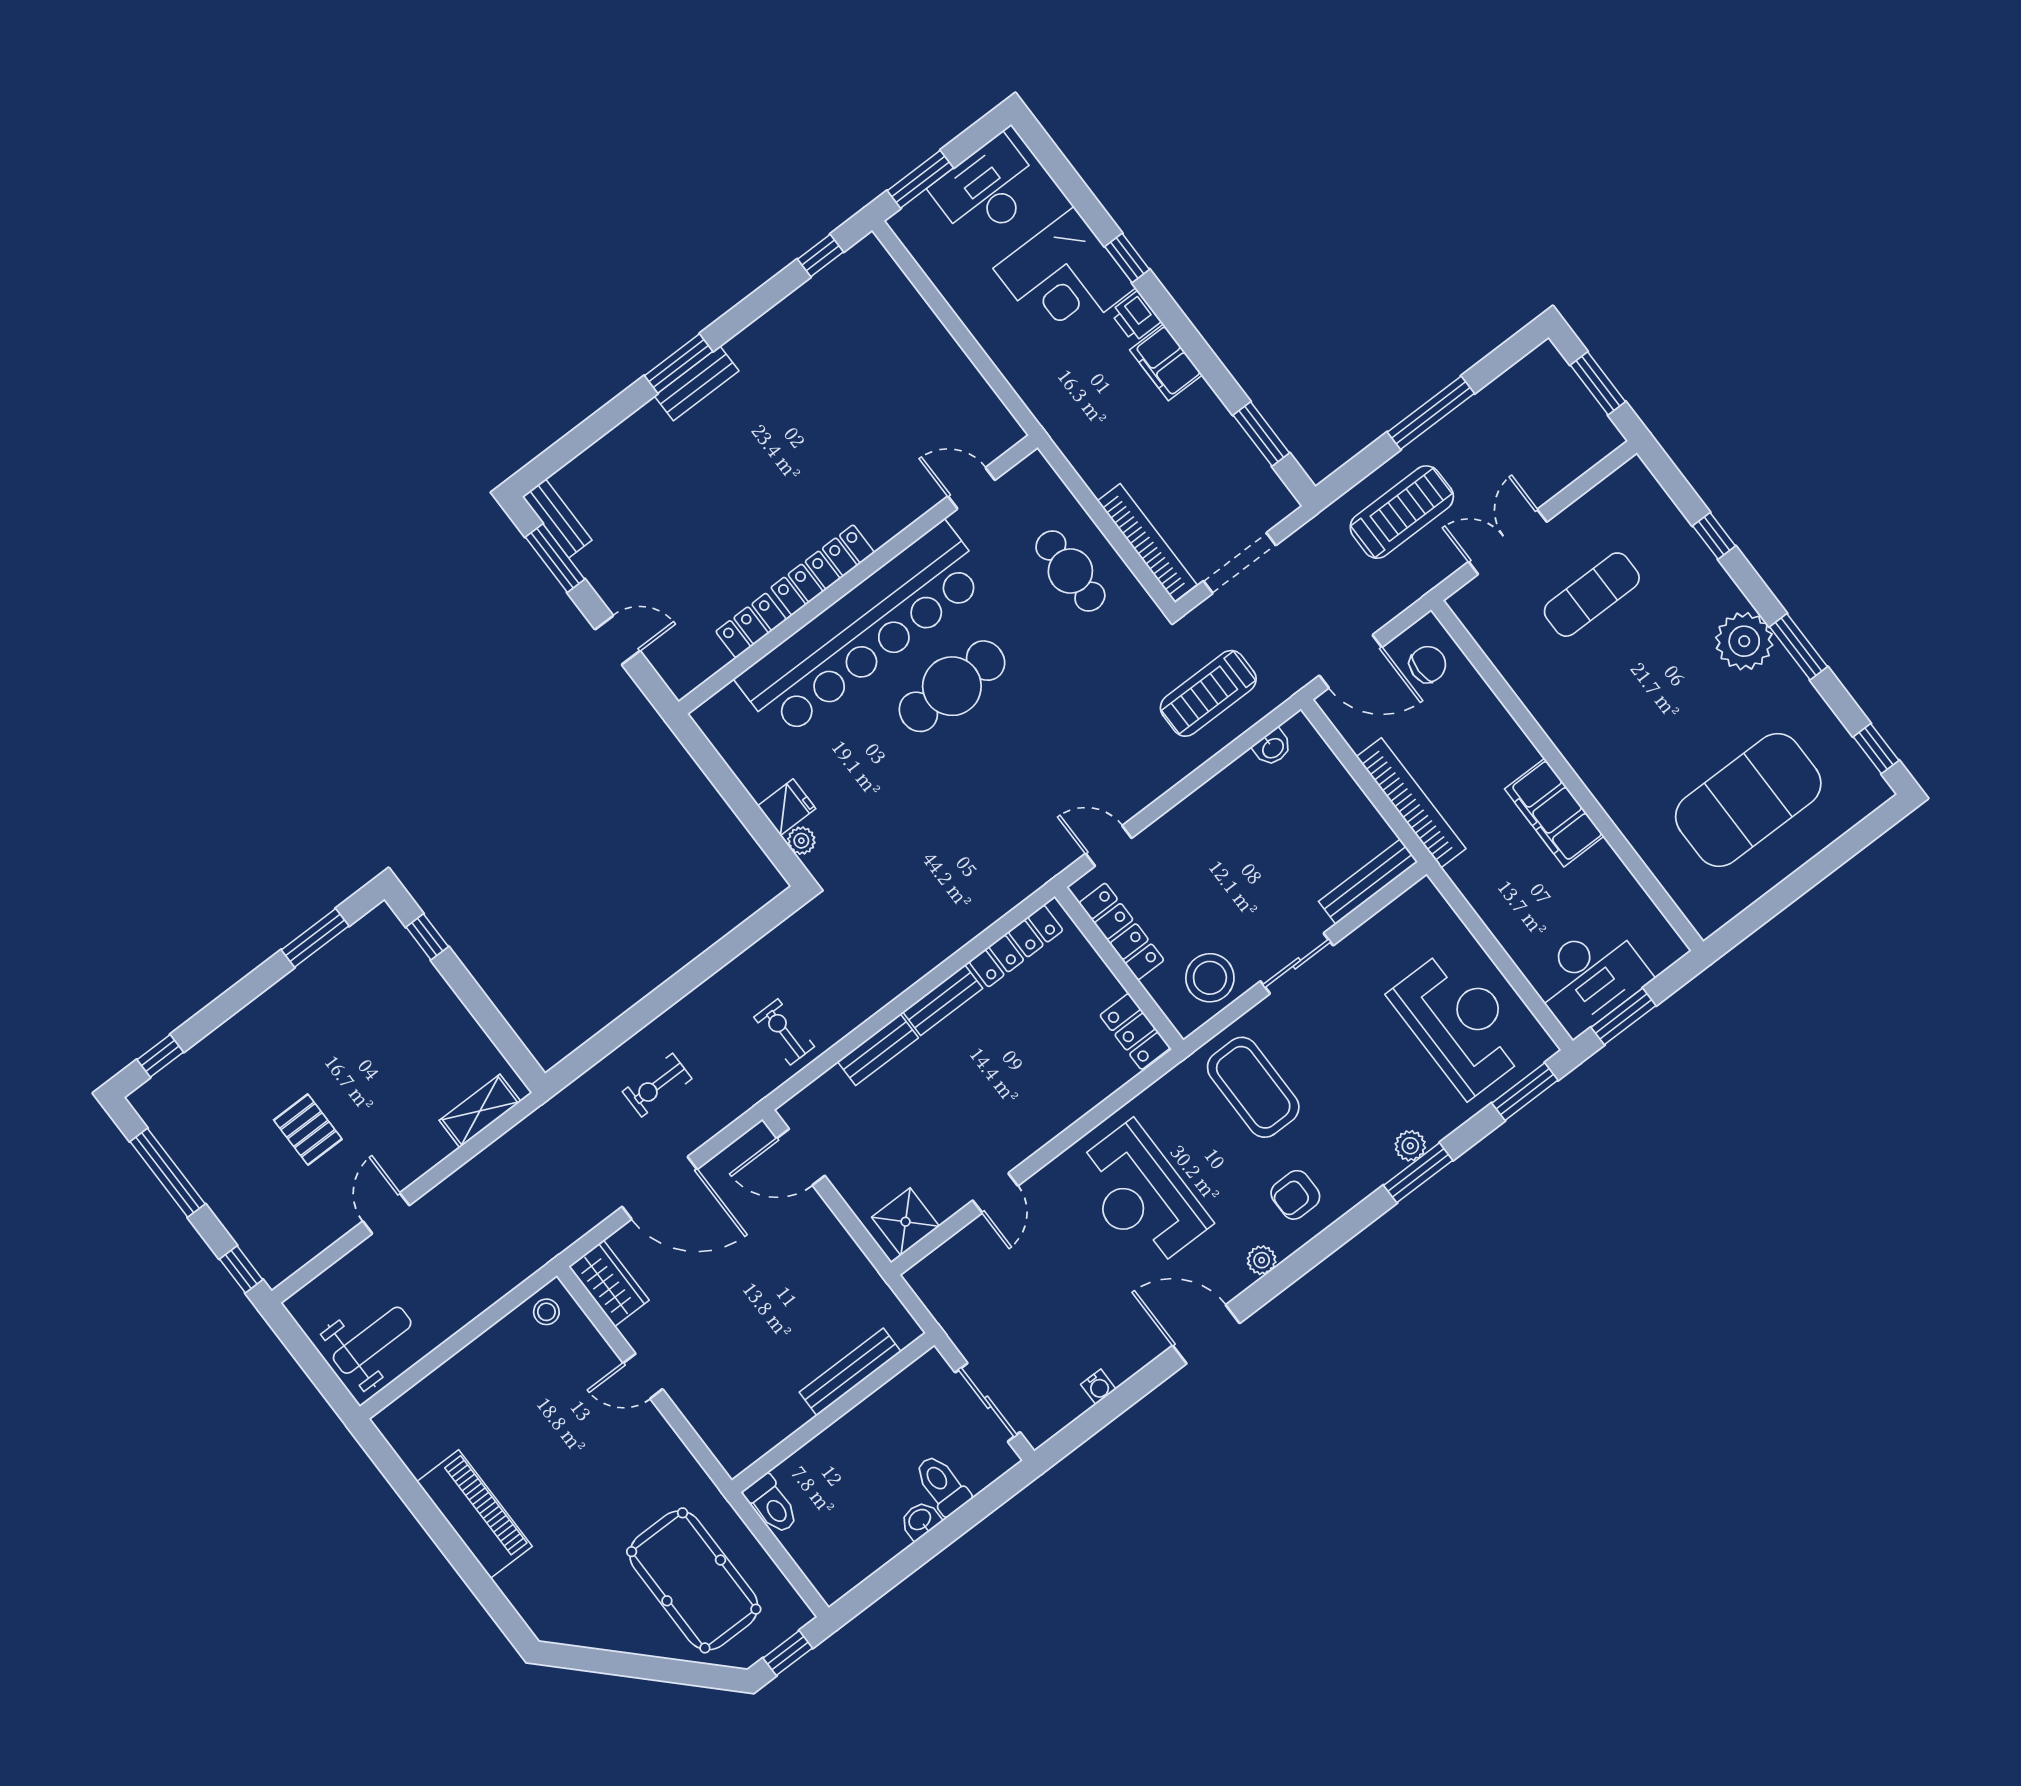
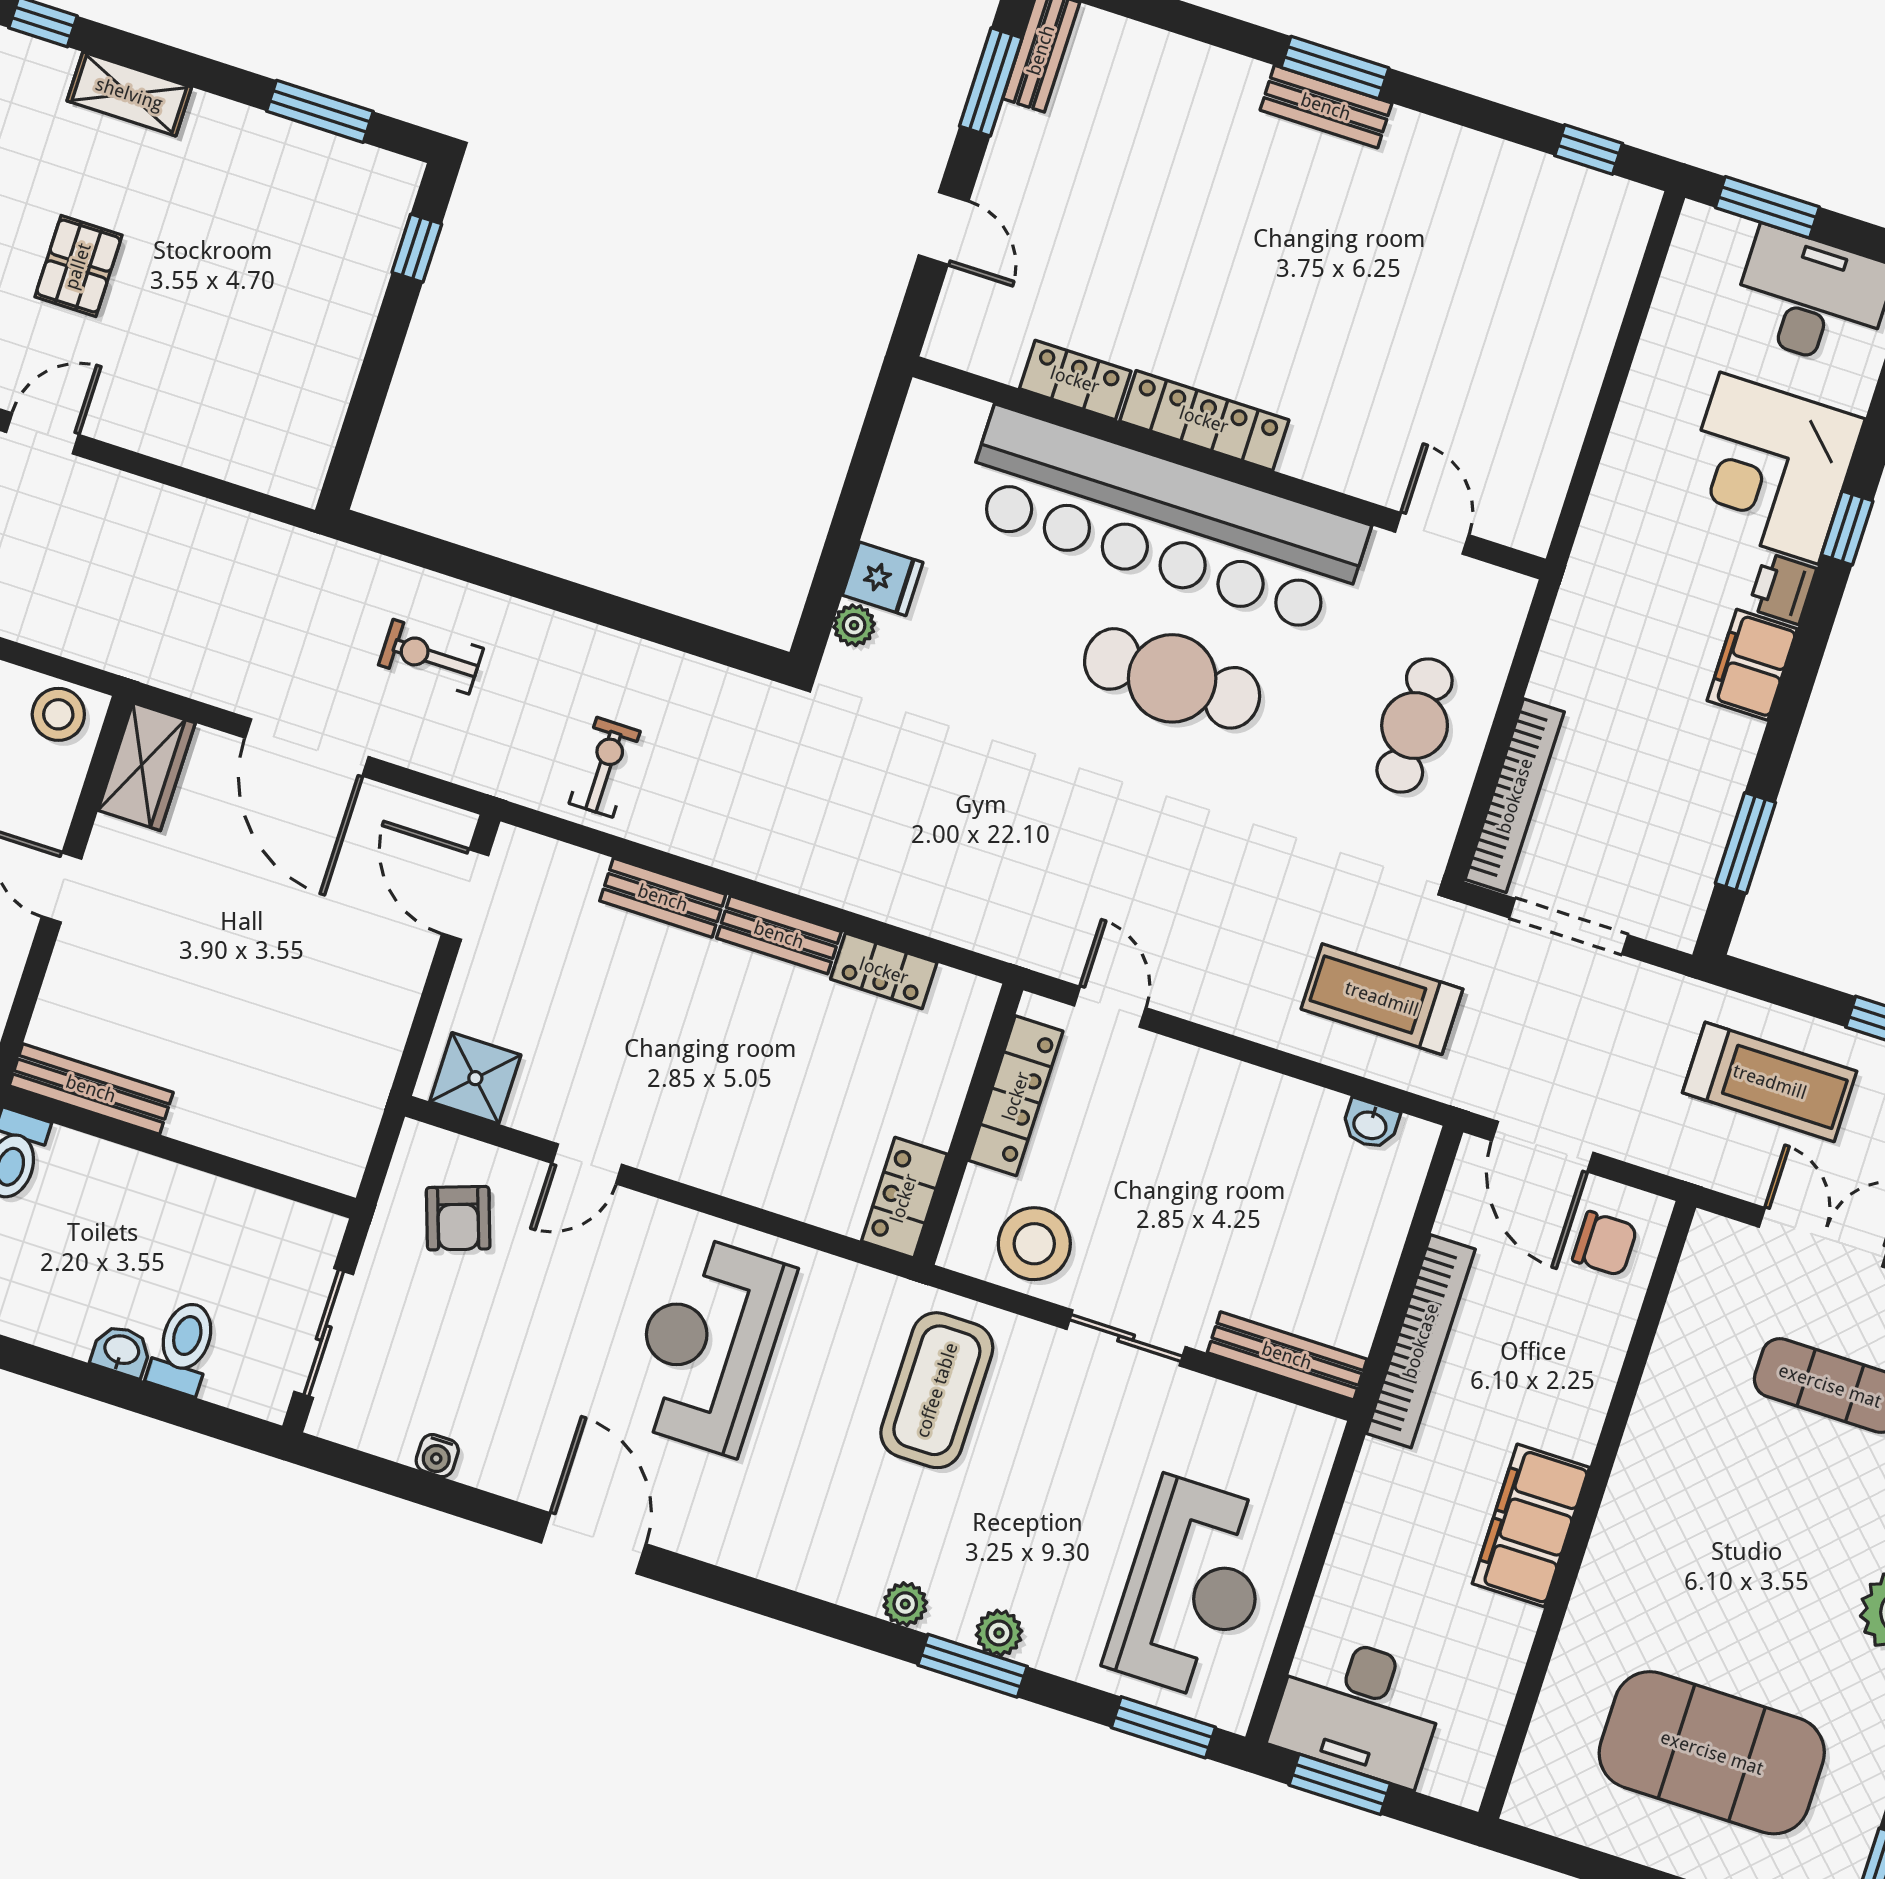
locker: (1016, 946) -> (884, 971), width x0.66
shelving: (480, 1111) -> (129, 94), moved
armchair: (1295, 1195) -> (458, 1218), moved, turned -109
plant: (1262, 1260) -> (905, 1604), moved
stool: (546, 1312) -> (58, 714), width x1.37, depth x1.37
bench: (850, 1372) -> (91, 1089), moved

